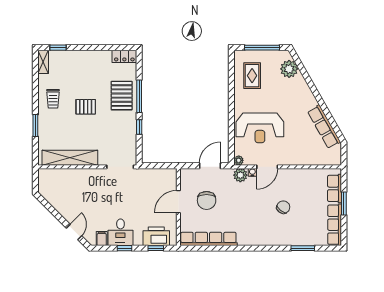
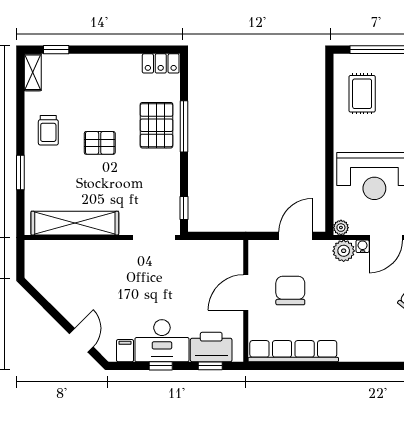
window: (139, 127) -> (184, 208), moved
chair: (207, 200) -> (290, 291), turned 180
desk: (120, 232) -> (162, 341), width x1.37

